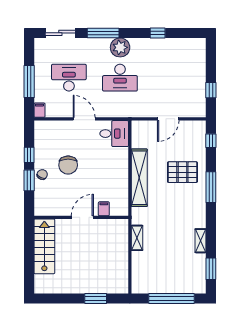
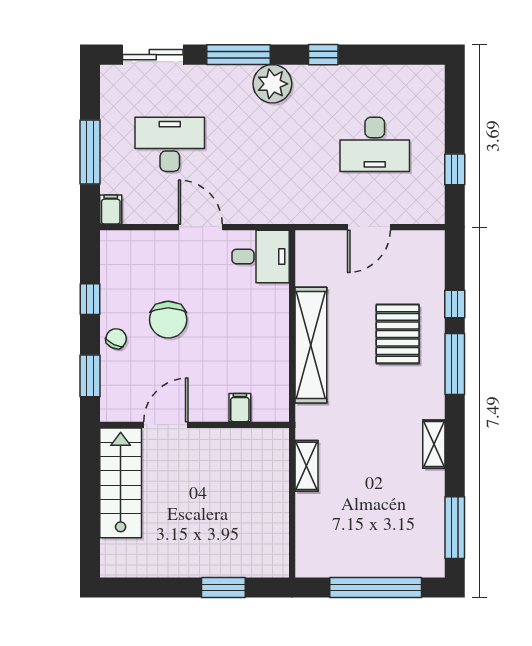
window: (158, 33) -> (323, 55), moved
desk: (120, 78) -> (375, 144), moved
window: (211, 141) -> (455, 304), moved
pallet: (182, 172) -> (398, 334), turned 90
window: (29, 180) -> (90, 376), moved
door: (82, 217) -> (166, 425), moved
shelving: (201, 241) -> (434, 444), moved
window: (211, 269) -> (455, 528), width x1.44

